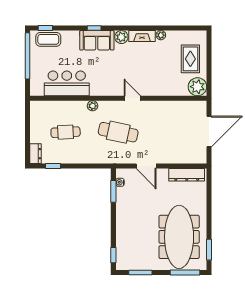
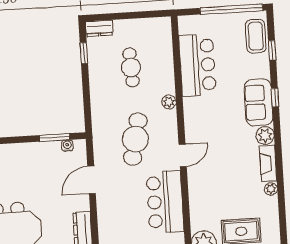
window: (45, 28) -> (272, 50), moved
bar counter: (165, 113) -> (165, 202), added

